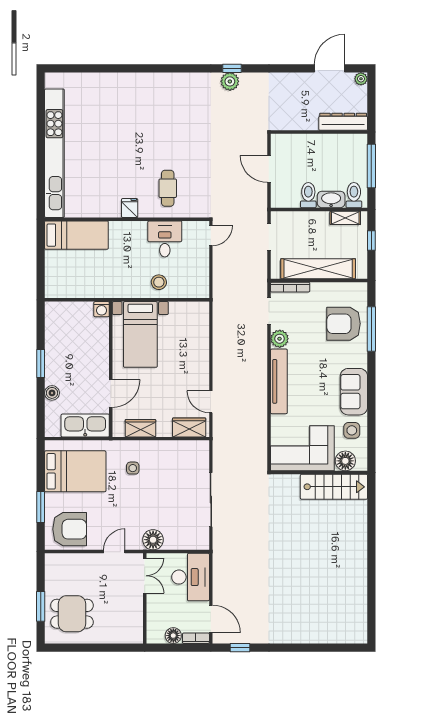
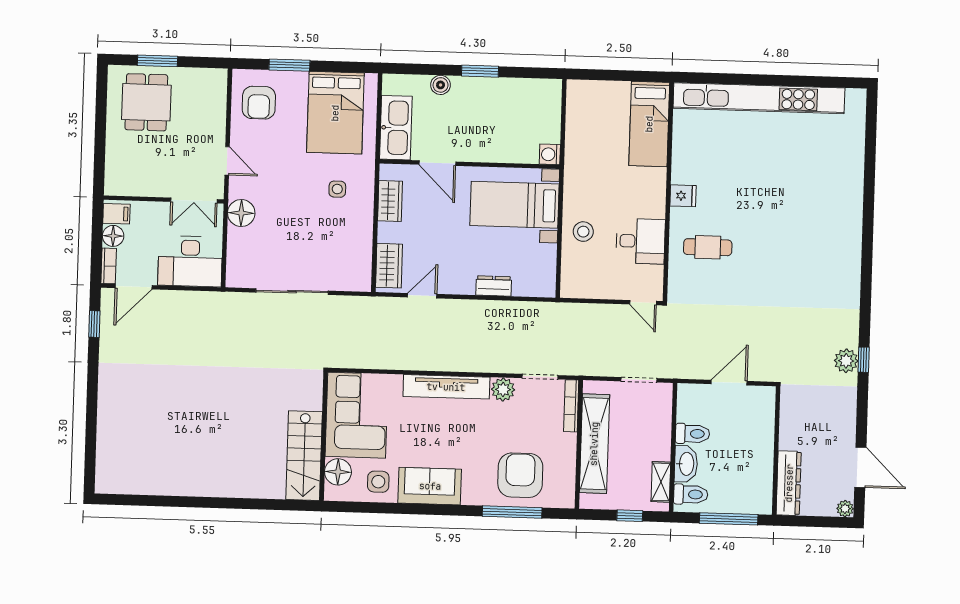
window: (232, 68) -> (864, 360), moved
plant: (230, 81) -> (846, 361), moved
dresser: (202, 348) -> (494, 286), added
armchair: (70, 529) -> (259, 103), width x0.73, depth x0.73
filing cabinet: (156, 634) -> (116, 214), added

